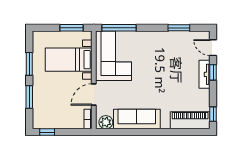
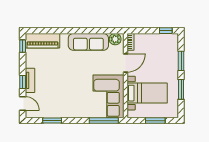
window: (72, 28) -> (155, 121), moved

